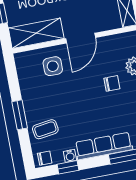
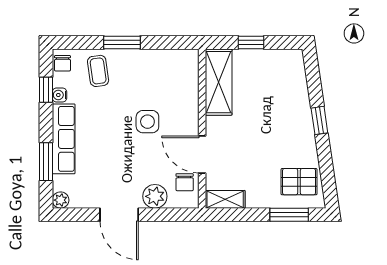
door: (81, 38) -> (202, 155), moved
side table: (53, 66) -> (147, 122), moved
chair: (112, 83) -> (185, 182), moved

